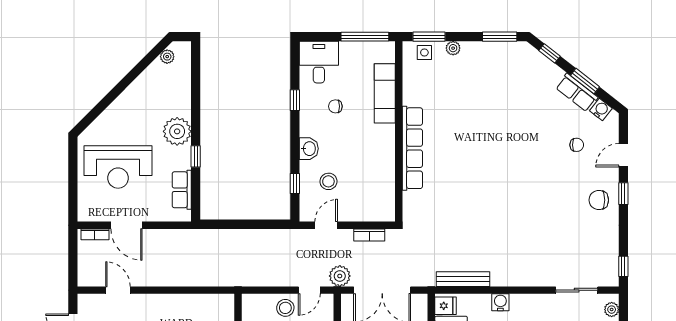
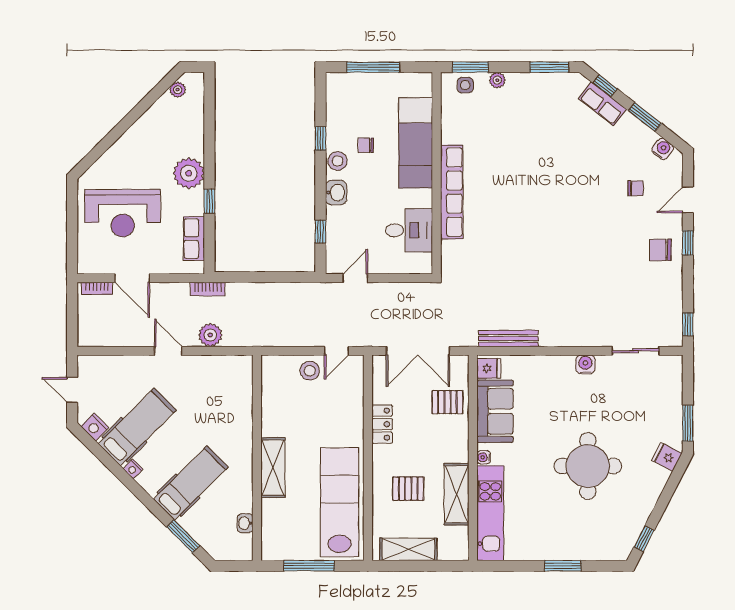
window: (365, 37) -> (373, 67), moved
desk: (319, 62) -> (409, 230), moved, turned 90
exam couch: (385, 93) -> (416, 143), width x1.36, depth x1.45
row of seats: (577, 93) -> (603, 104), moved
stool: (328, 181) -> (338, 161), moved
bookcase: (369, 235) -> (208, 289), moved
plant: (340, 276) -> (210, 335), moved
door: (118, 290) -> (168, 351), moved
water cooler: (500, 302) -> (585, 364), moved
plant: (612, 310) -> (675, 372), removed

